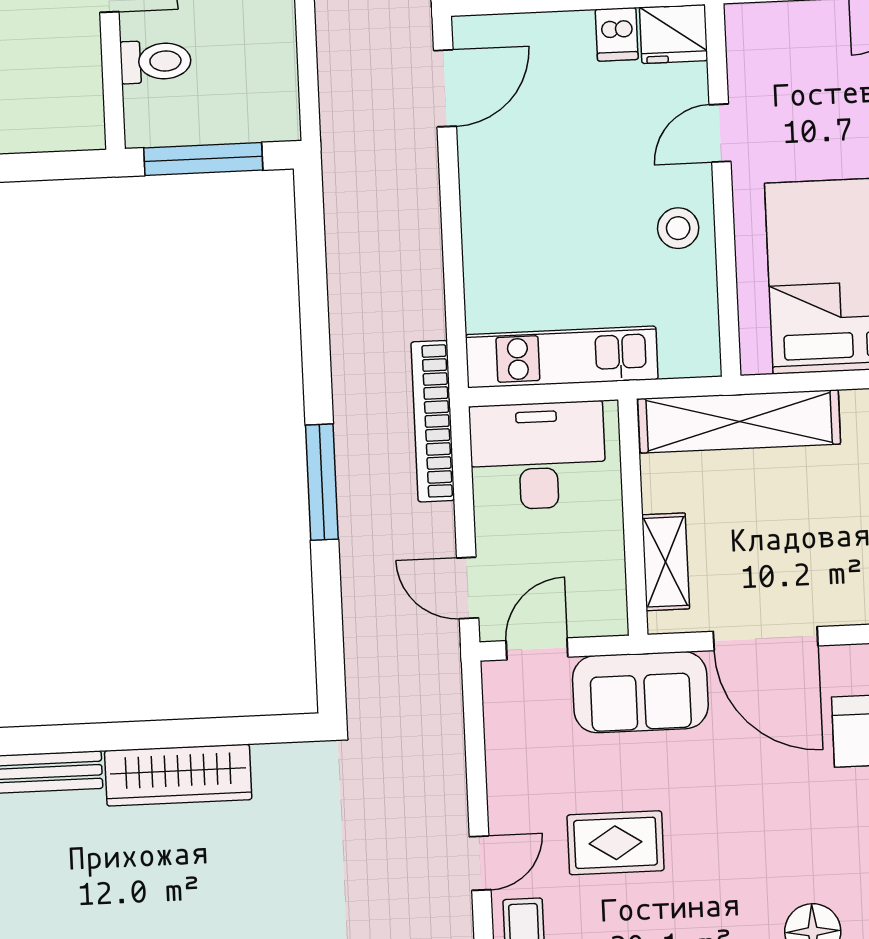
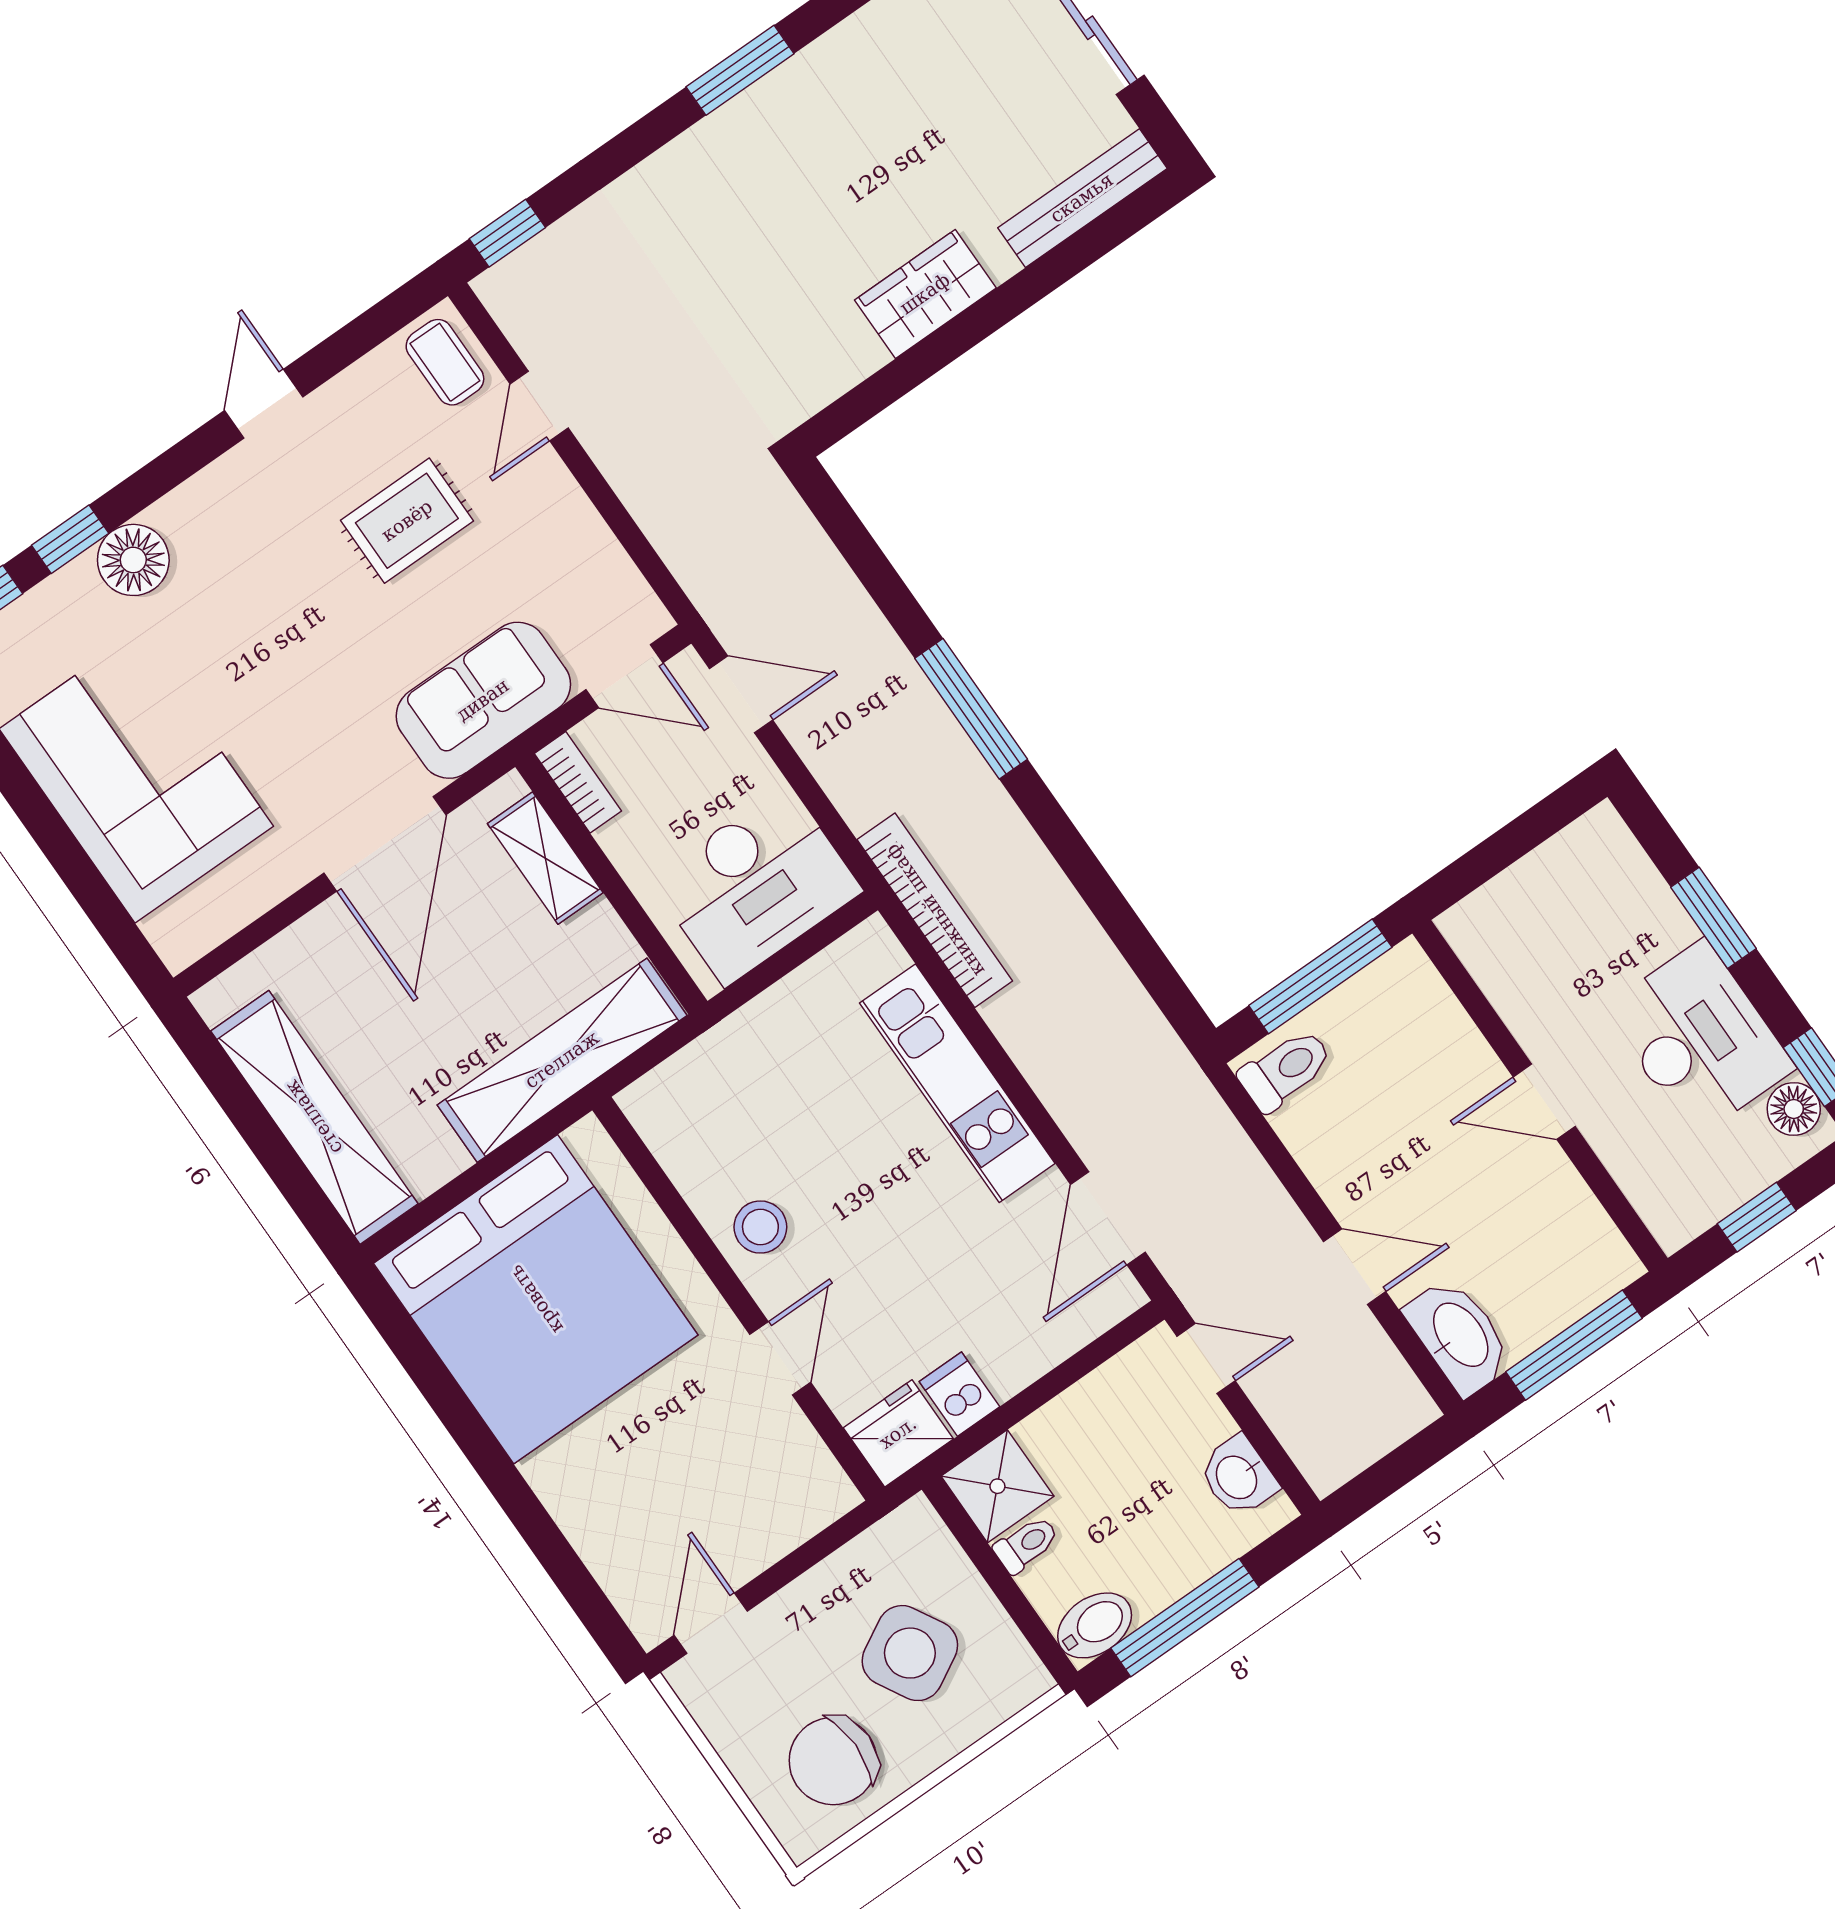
toilet: (156, 61) -> (1285, 1070), moved, turned 180
kitchen unit: (562, 357) -> (957, 1083), moved, turned 90
bookcase: (433, 421) -> (935, 910), moved
bookcase: (612, 598) -> (578, 782), added
door: (766, 639) -> (385, 844), swing flipped
door: (537, 649) -> (624, 676), hinge flipped
wardrobe: (178, 775) -> (925, 294), width x0.67

